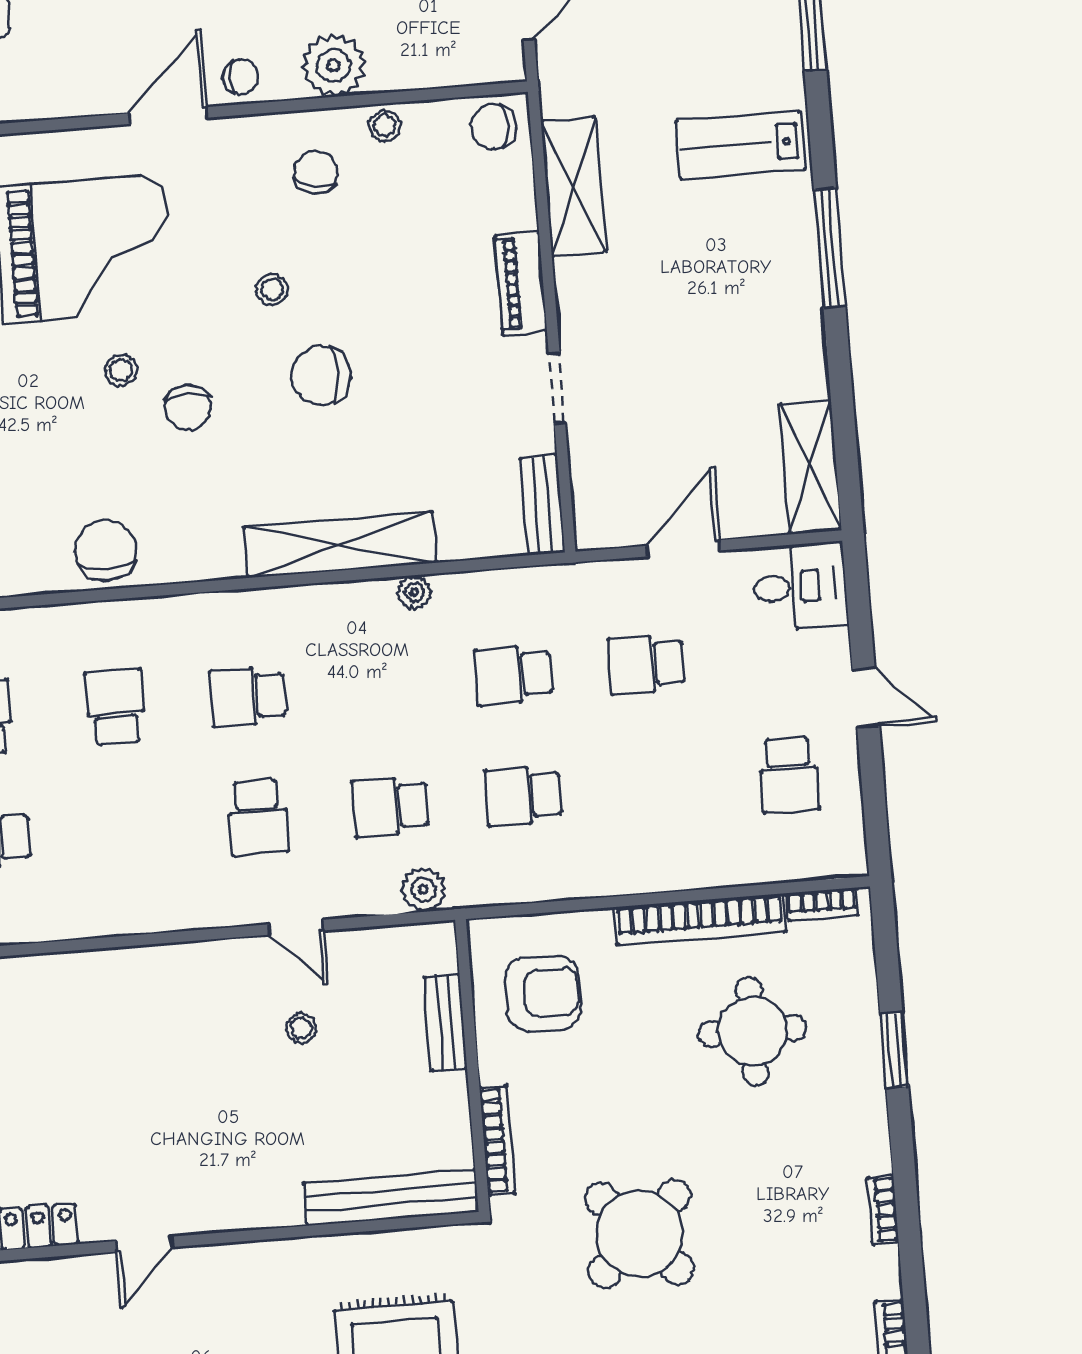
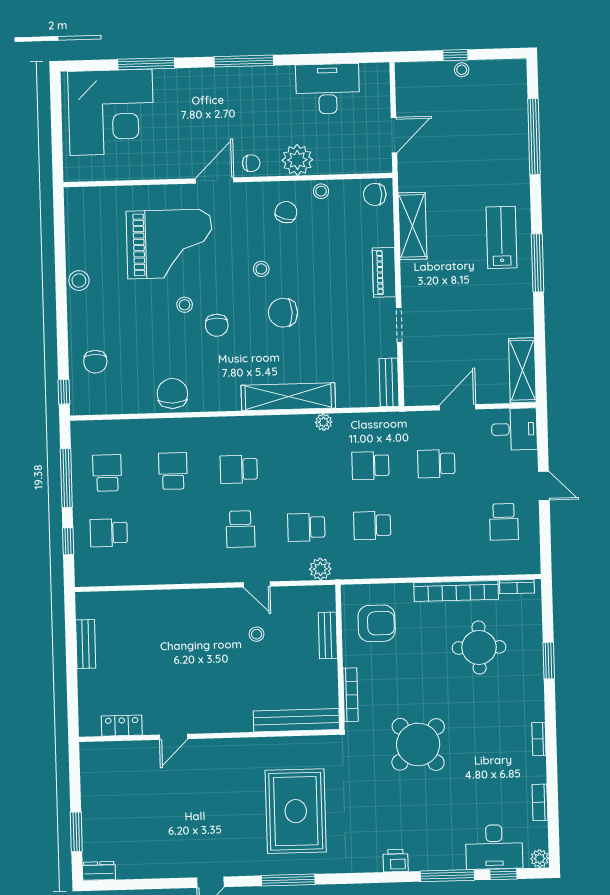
lab bench: (740, 145) -> (501, 237), moved, turned 90

